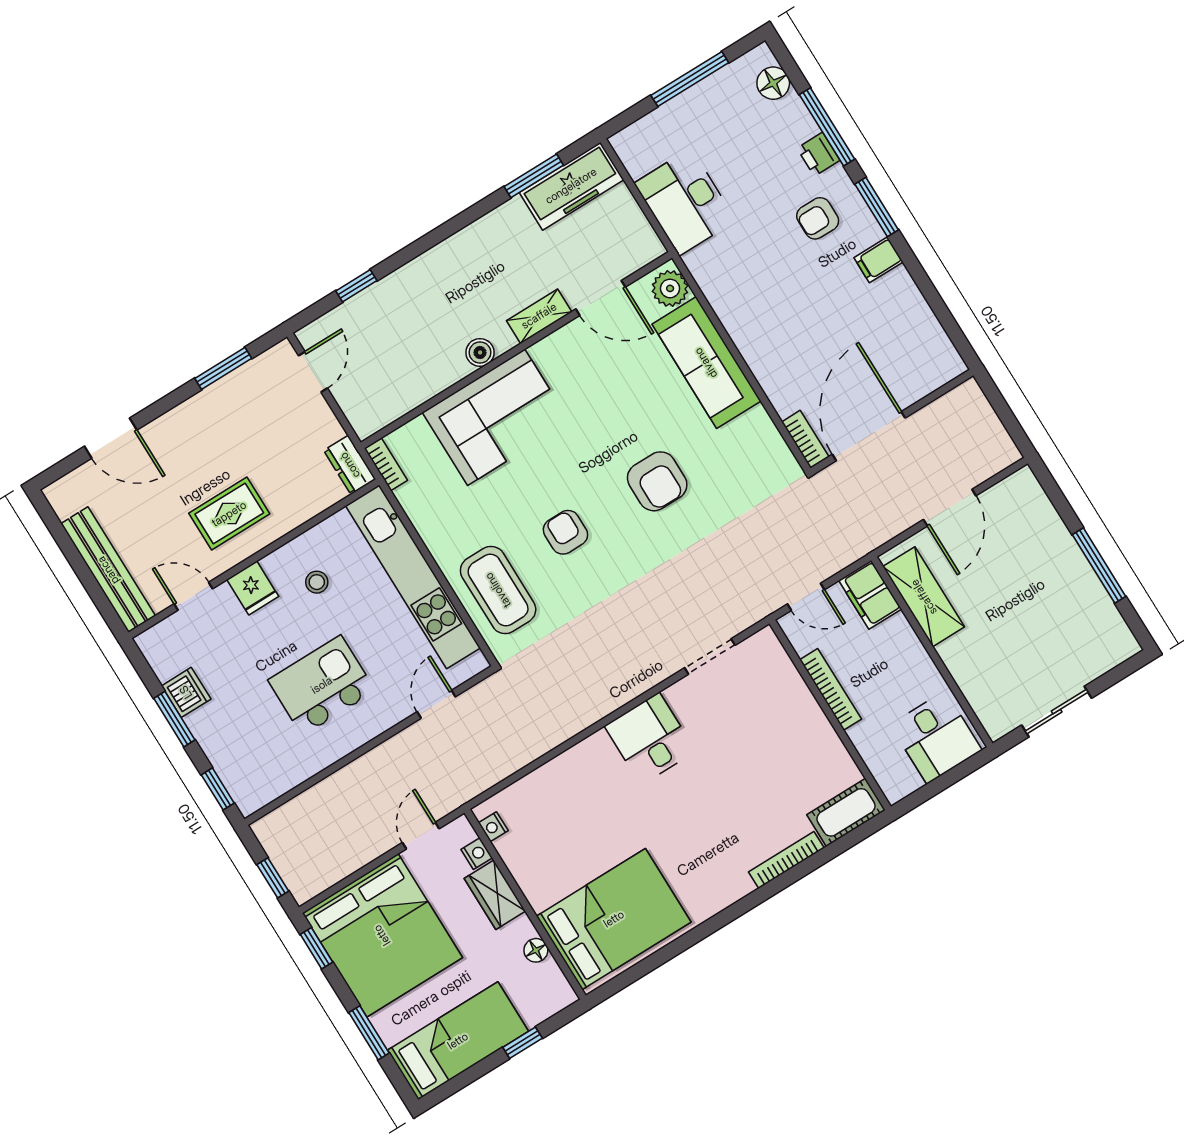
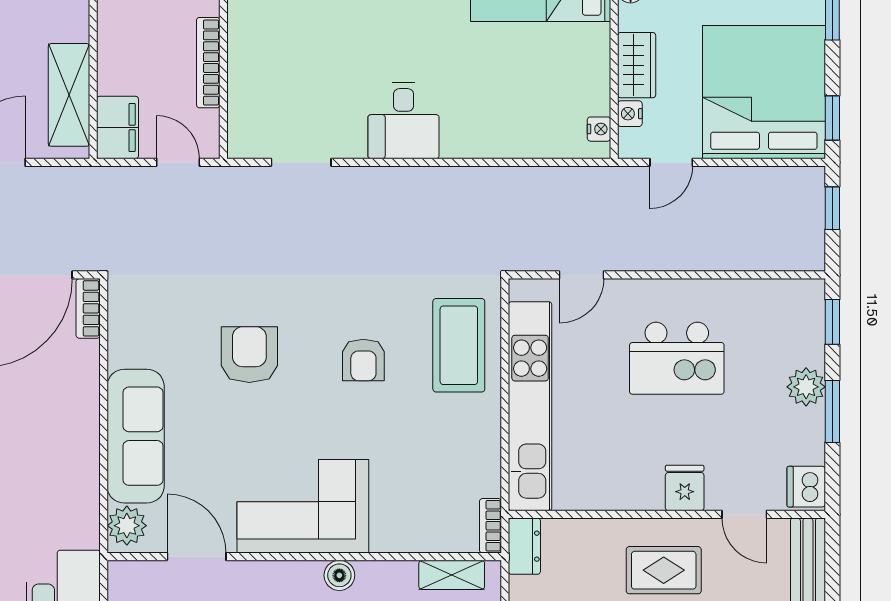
shelving: (539, 316) -> (452, 575), moved
corner sofa: (496, 417) -> (303, 506), moved
stool: (317, 582) -> (622, 457), removed
dishwasher: (186, 692) -> (806, 487), moved
plant: (207, 726) -> (806, 387), added

